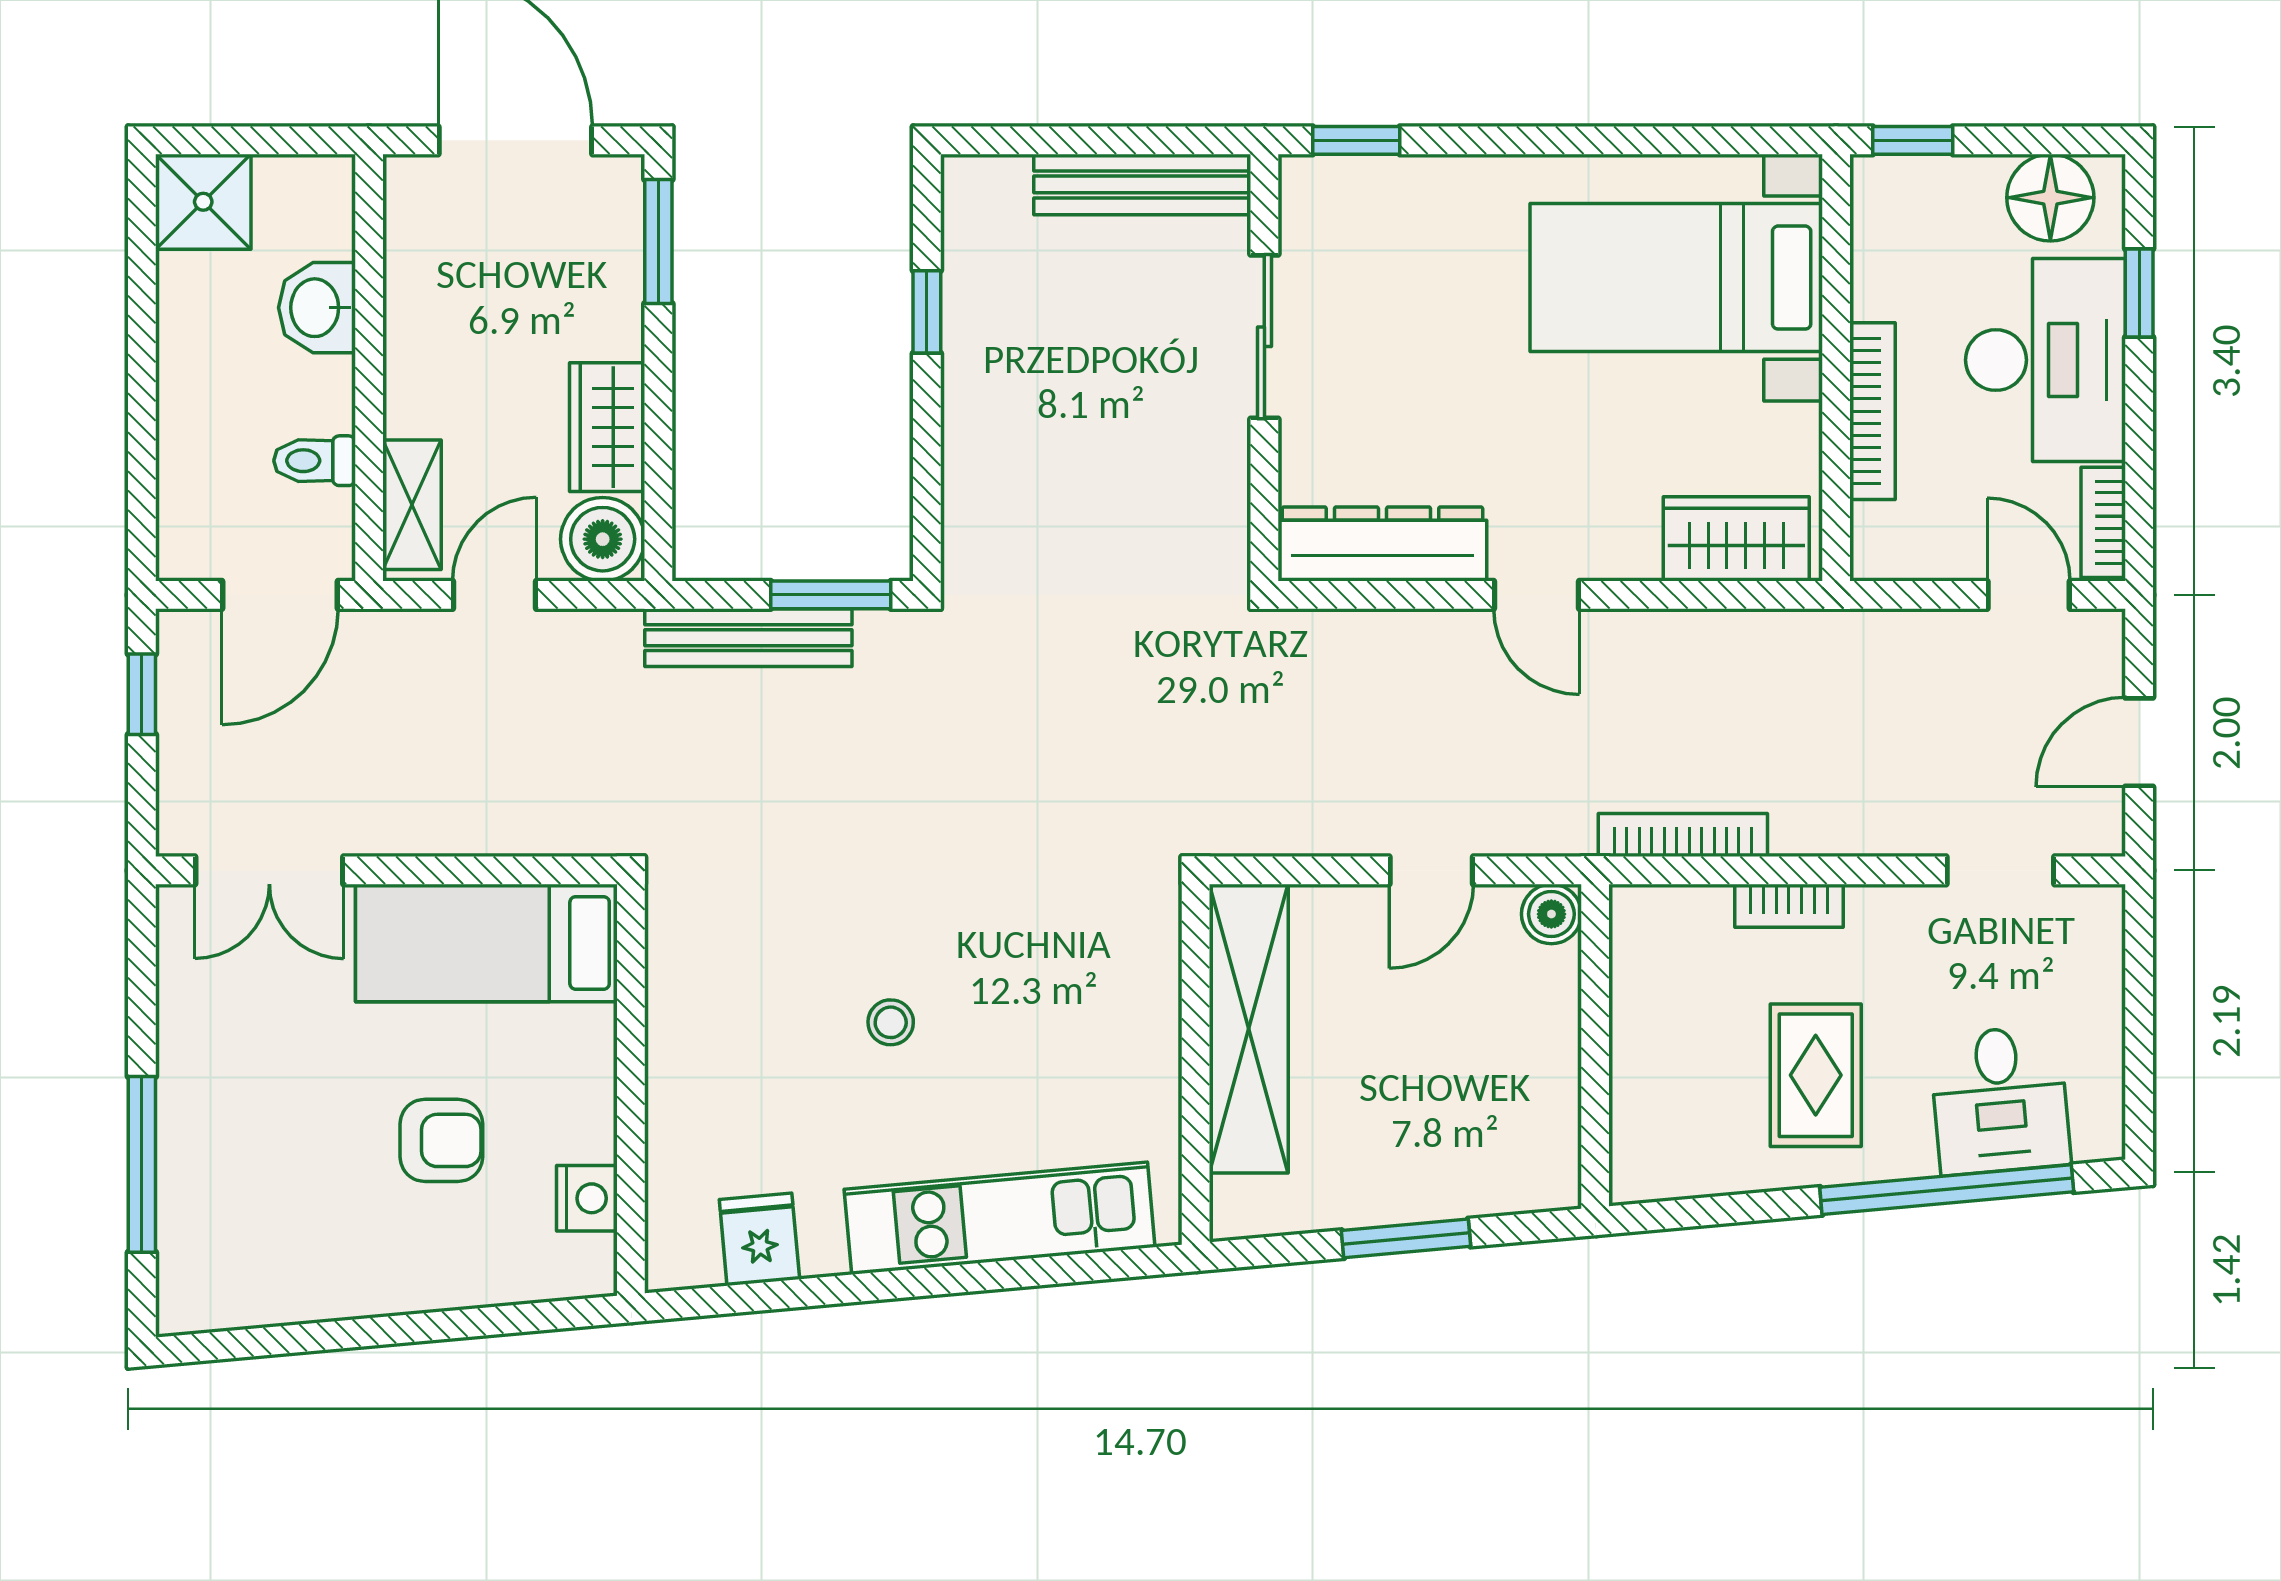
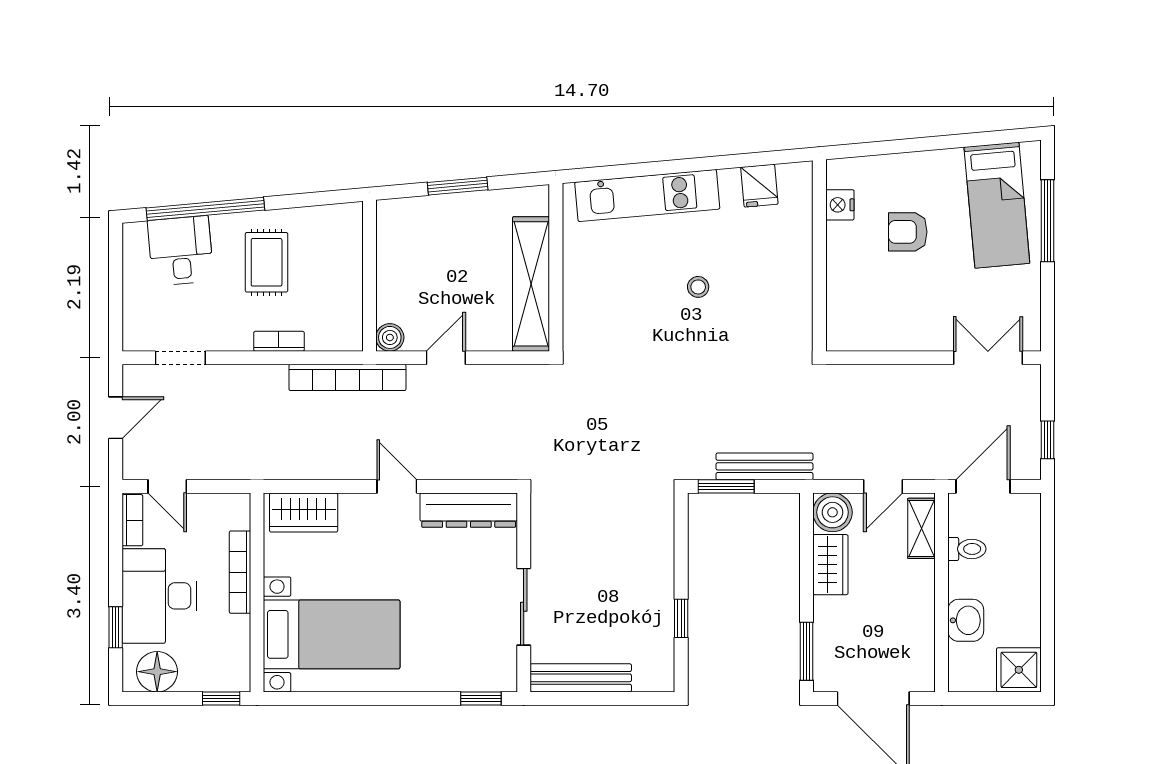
bookcase: (1683, 835) -> (347, 377), width x1.48, depth x1.31
bed: (486, 943) -> (997, 205), moved, turned 85

